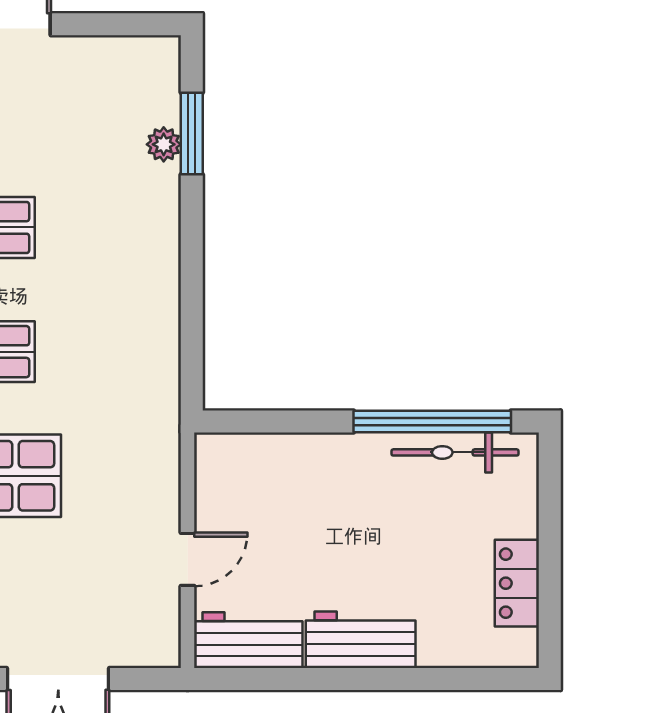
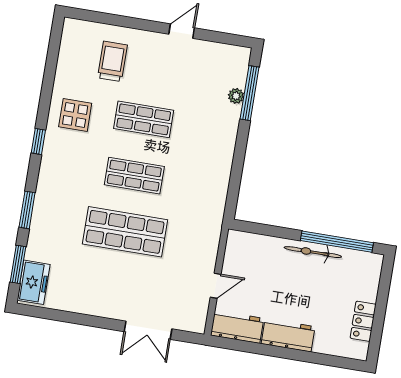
window: (192, 133) -> (250, 93), width x1.44
bicycle: (455, 452) -> (313, 252), moved

